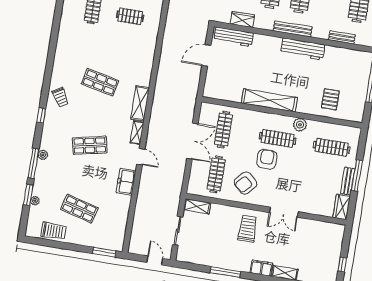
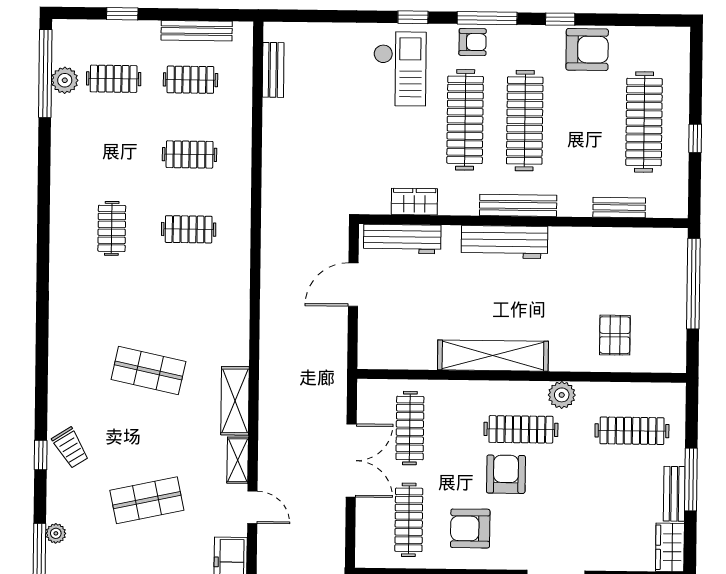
workbench: (303, 49) -> (504, 242), moved
trolley: (60, 97) -> (70, 448), moved
armchair: (245, 183) -> (470, 528), turned 48

